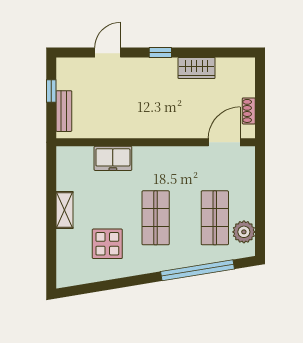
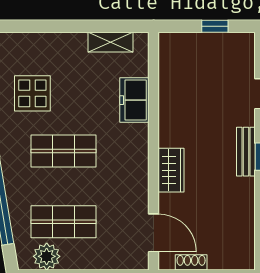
wardrobe: (197, 68) -> (171, 170), moved, turned 180
bench: (64, 111) -> (246, 152), moved, turned 90
shelving: (64, 210) -> (110, 42), moved

